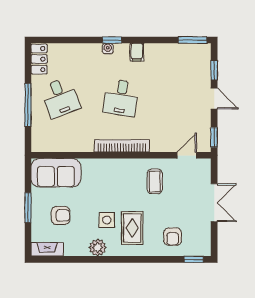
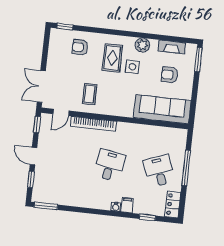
window: (112, 40) -> (147, 217), moved
filing cabinet: (137, 52) -> (127, 205), moved
bookcase: (122, 146) -> (93, 124), moved
sofa: (56, 173) -> (162, 109), width x1.36
double door: (214, 203) -> (41, 86), moved
window: (28, 208) -> (198, 60), moved
armchair: (173, 237) -> (80, 47), turned -90
fireplace: (47, 249) -> (172, 47), moved

